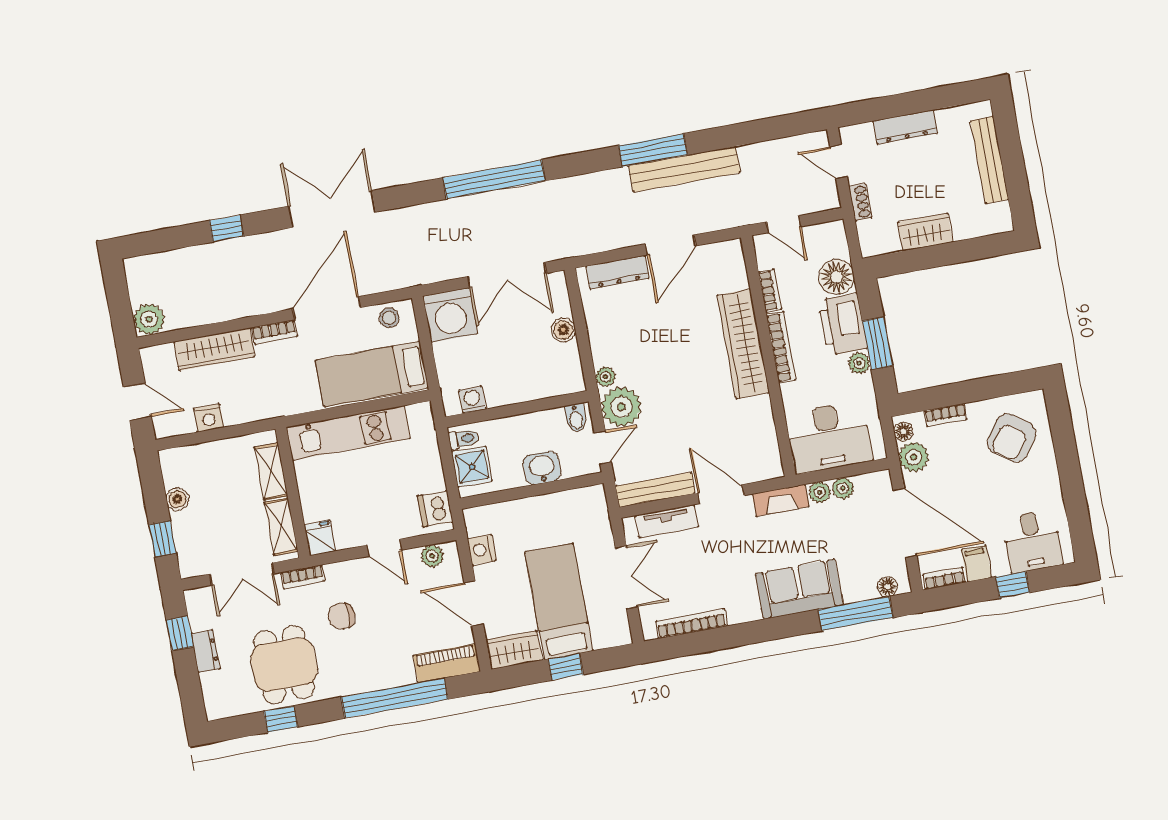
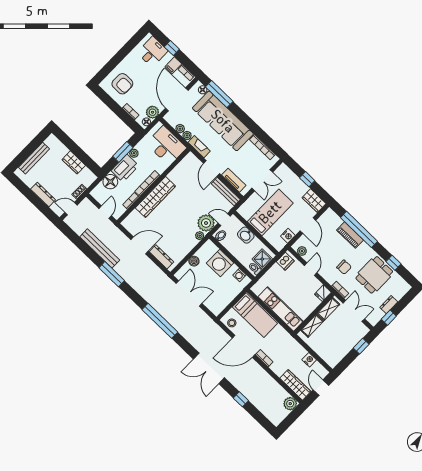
door: (839, 162) -> (71, 209), swing flipped
bench: (684, 169) -> (100, 248), moved
washing machine: (450, 315) -> (220, 263), moved, turned 180
wardrobe: (214, 349) -> (295, 385), moved
armchair: (1012, 438) -> (122, 84), turned 54
boiler: (177, 499) -> (344, 351), removed
double door: (626, 577) -> (262, 180), swing flipped
sofa: (799, 589) -> (223, 121), width x1.85, depth x1.27
bed: (559, 601) -> (270, 212), moved, turned 180
piano: (447, 663) -> (350, 235), moved

